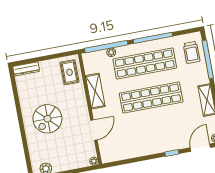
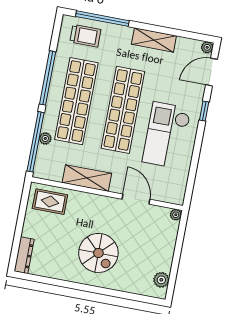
checkout: (146, 134) -> (167, 135), added
door: (200, 148) -> (212, 72), hinge flipped

